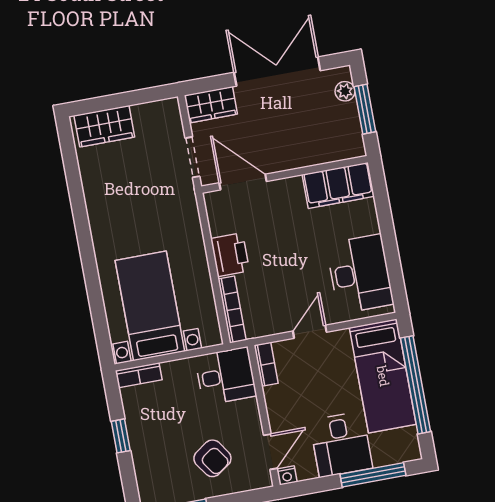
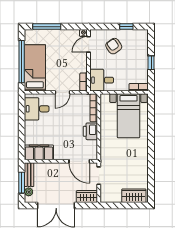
bench: (351, 131) -> (29, 175), added
desk: (360, 274) -> (37, 109), width x0.73
desk: (341, 444) -> (58, 42), removed

